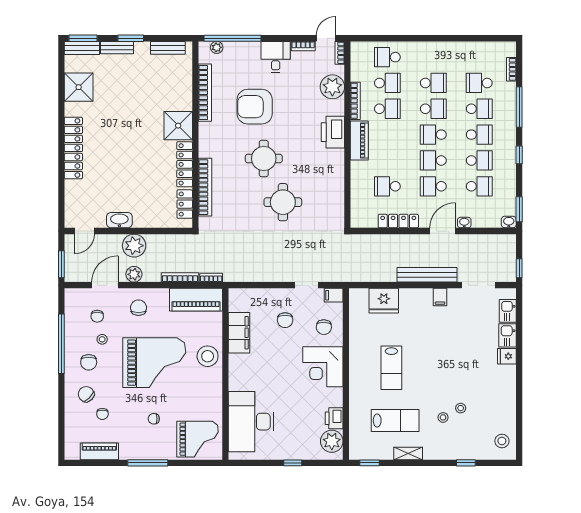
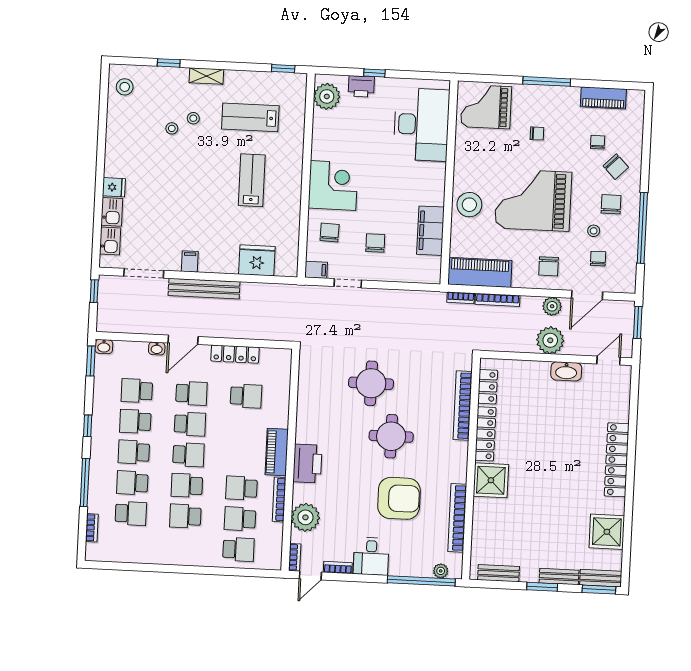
printer: (334, 418) -> (361, 86), moved, turned 90
shelving: (408, 453) -> (206, 76), moved

